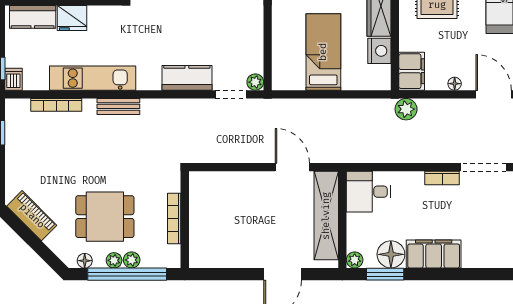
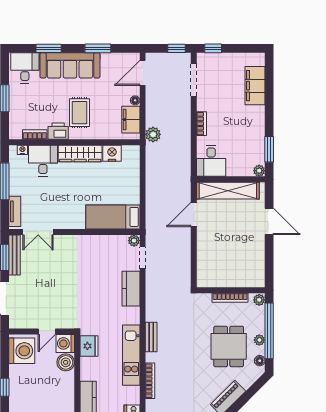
fridge: (72, 18) -> (89, 346), moved
bed: (323, 52) -> (113, 217), moved
filing cabinet: (412, 71) -> (131, 120), moved, turned -90
bookcase: (442, 178) -> (201, 124), moved
floor lamp: (391, 254) -> (255, 145), removed
filing cabinet: (434, 254) -> (255, 86), moved
plant: (132, 260) -> (259, 300), moved

